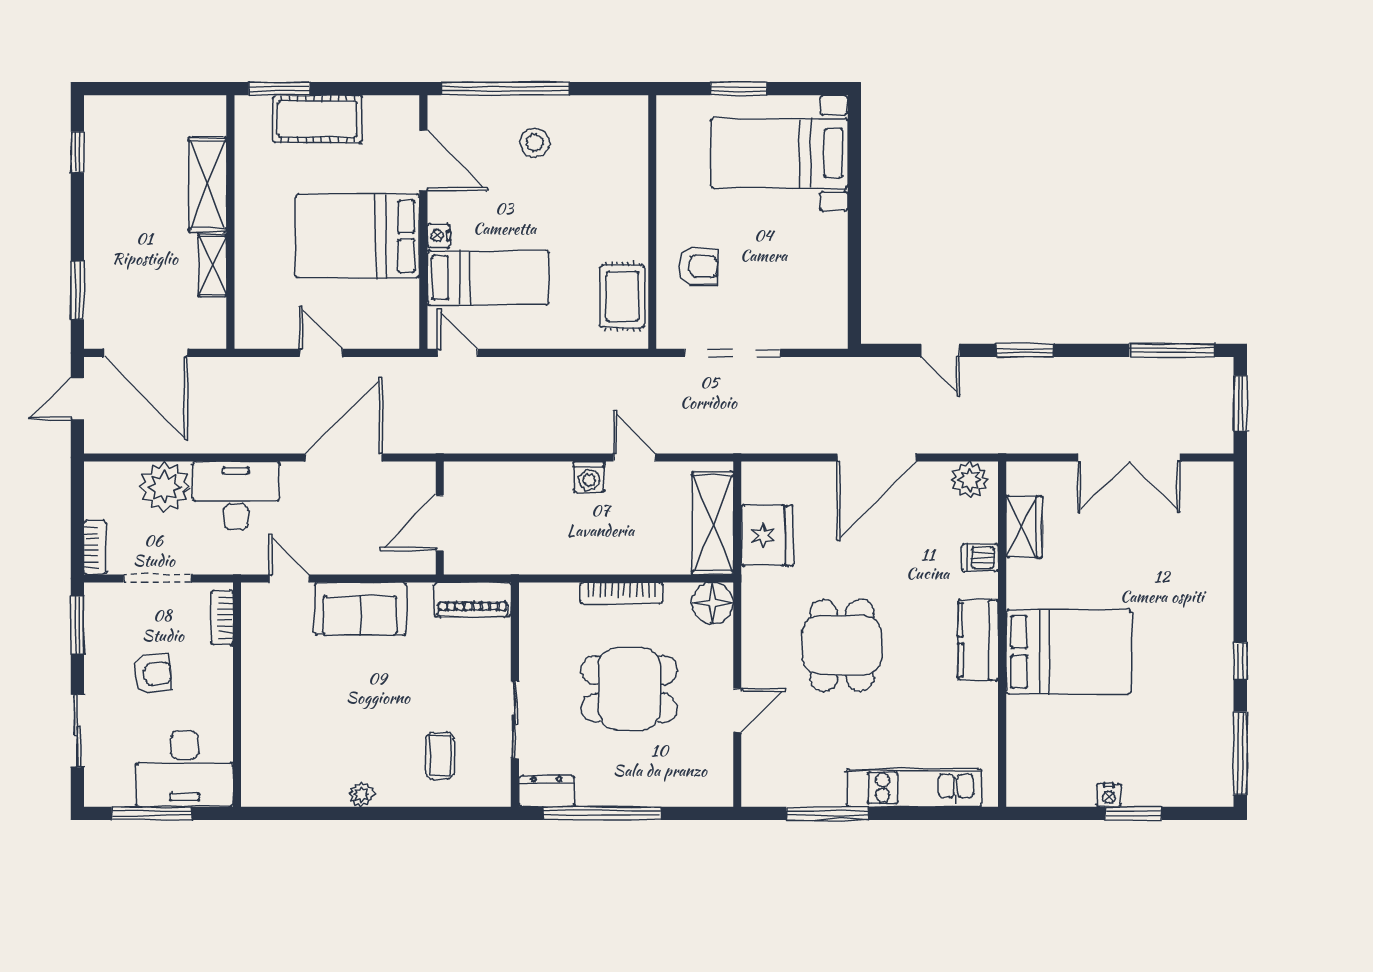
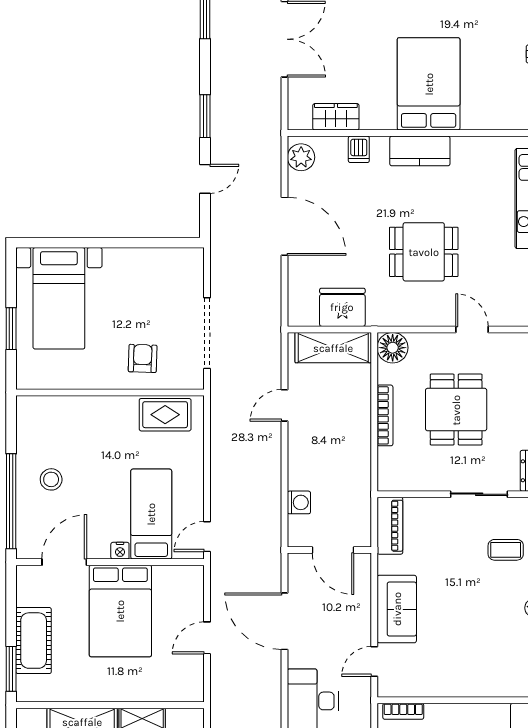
washing machine: (589, 477) -> (299, 502), moved

